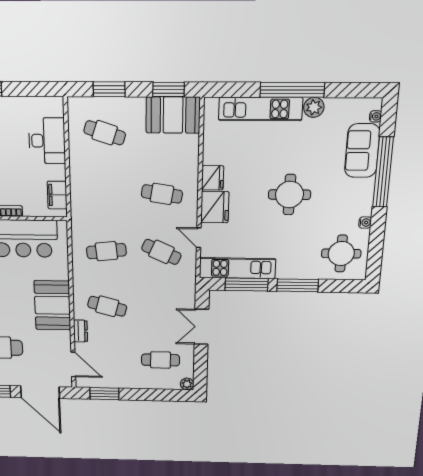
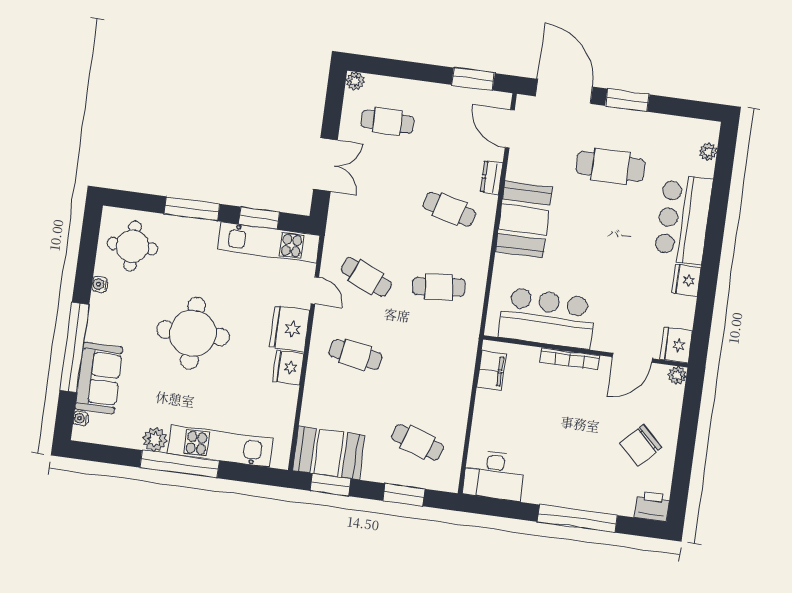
desk: (47, 141) -> (494, 475), moved, turned -90
round table: (289, 195) -> (193, 333), width x1.36, depth x1.36
window: (246, 285) -> (259, 218), width x0.69

